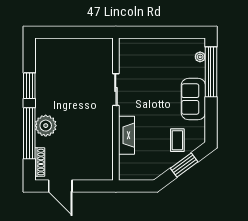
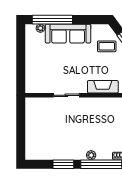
sofa: (193, 99) -> (68, 34), width x1.36
plant: (46, 126) -> (91, 155), width x0.53, depth x0.53

